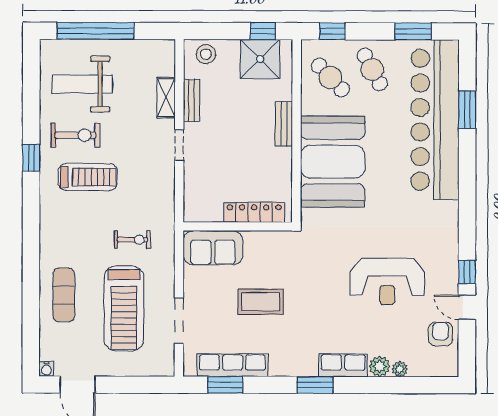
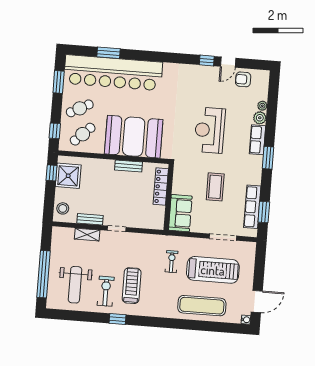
bench: (284, 124) -> (129, 166), moved
reception desk: (387, 282) -> (210, 130), moved, turned 180
exercise mat: (64, 295) -> (202, 306), width x1.36, depth x1.45

